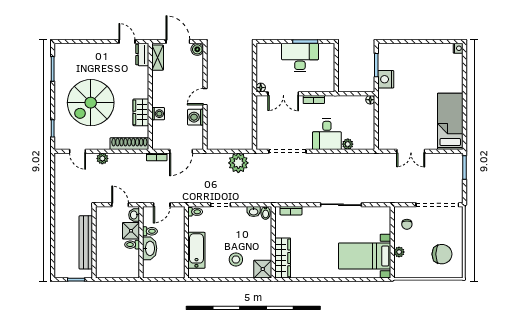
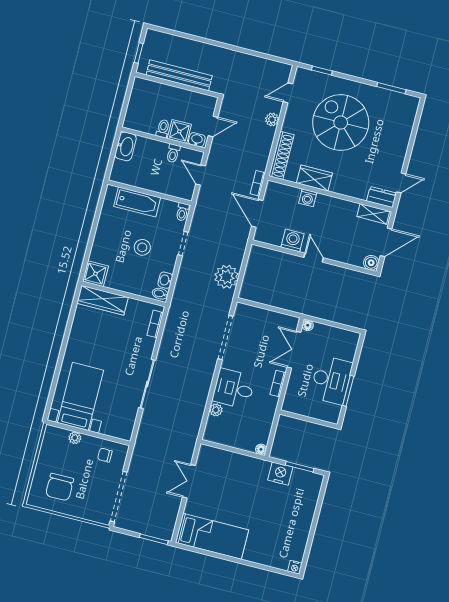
washbasin: (150, 248) -> (126, 146), moved, turned -90
stool: (236, 259) -> (142, 247), moved

